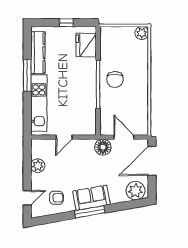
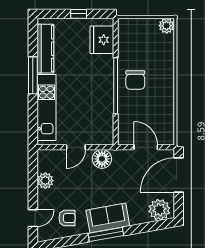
floor lamp: (103, 147) -> (102, 159), moved

